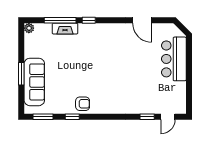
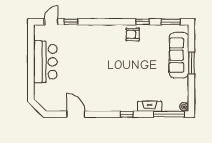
window: (60, 20) -> (169, 114), moved
bar counter: (174, 59) -> (45, 62), moved

